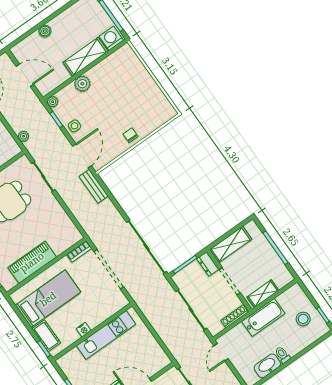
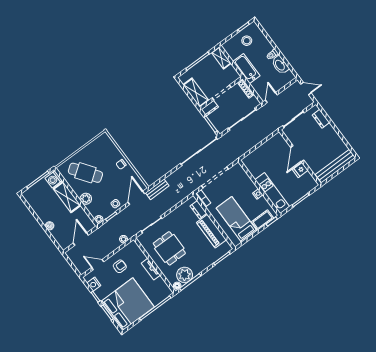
cafe table: (120, 84) -> (85, 173), added
door: (82, 156) -> (136, 198), hinge flipped
dresser: (63, 244) -> (198, 210), added
shelving: (263, 294) -> (221, 58), moved
kitchen unit: (106, 335) -> (272, 193), moved
door: (221, 352) -> (271, 98), swing flipped

